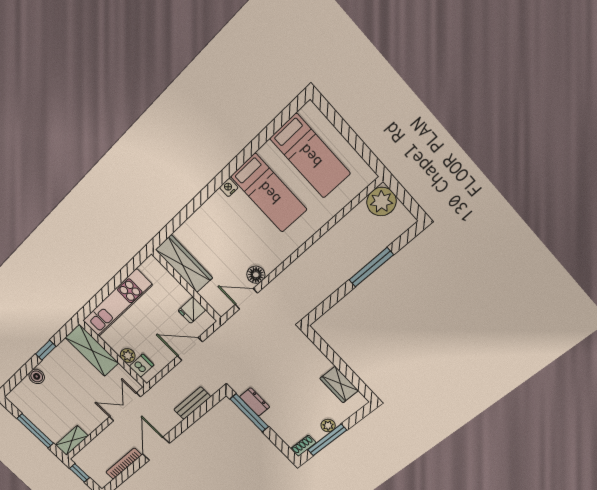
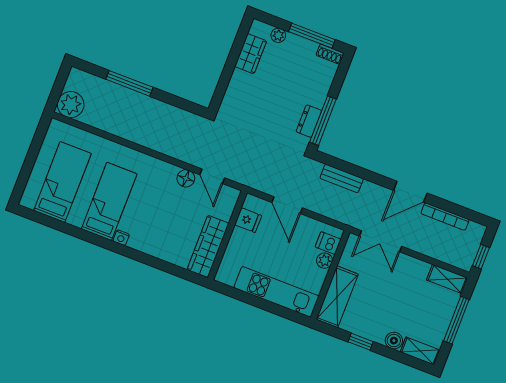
shelving: (20, 392) -> (420, 351), added
plant: (328, 426) -> (278, 35), moved

